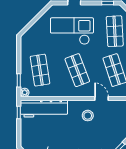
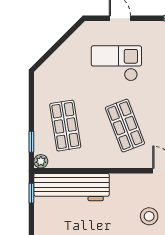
checkout: (72, 31) -> (116, 63), width x0.73, depth x0.83
stool: (88, 116) -> (149, 216), moved

